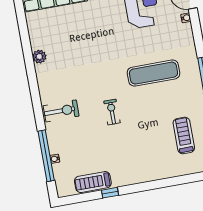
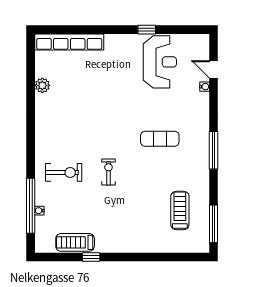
plant: (39, 57) -> (42, 85), moved
exercise mat: (153, 73) -> (160, 139), width x0.73, depth x0.69
exercise bike: (61, 111) -> (64, 172), moved

